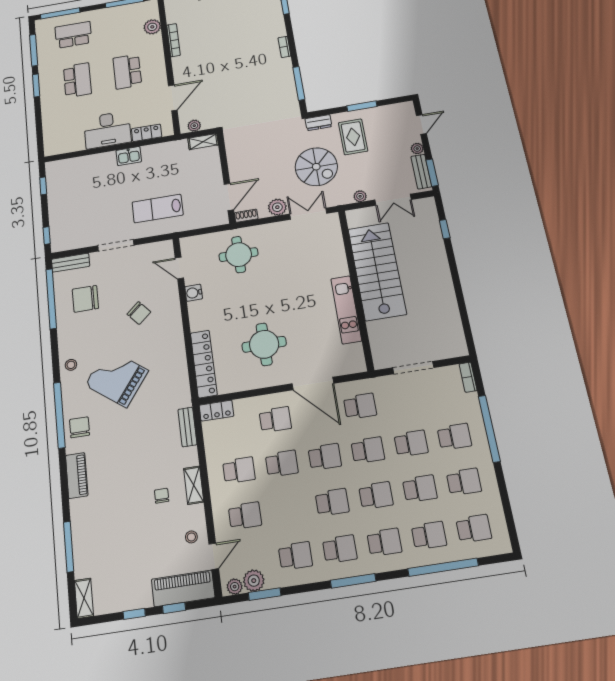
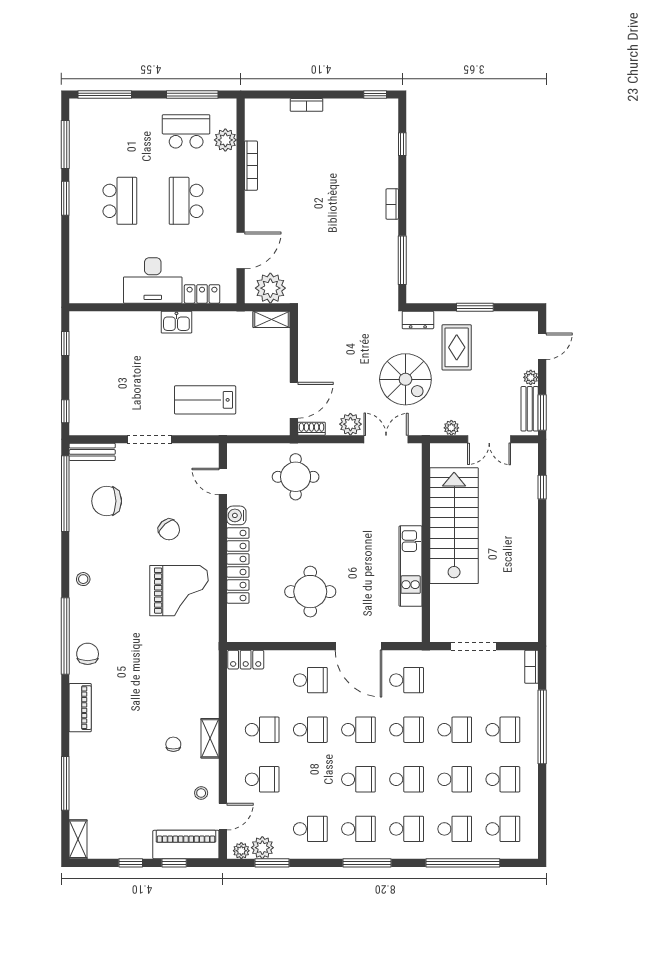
school desk: (73, 35) -> (186, 131), moved
plant: (194, 126) -> (270, 288), width x1.87, depth x1.87
locker: (204, 364) -> (238, 565), moved
grand piano: (117, 378) -> (179, 591), moved, turned 143
bench: (187, 427) -> (211, 673), removed

